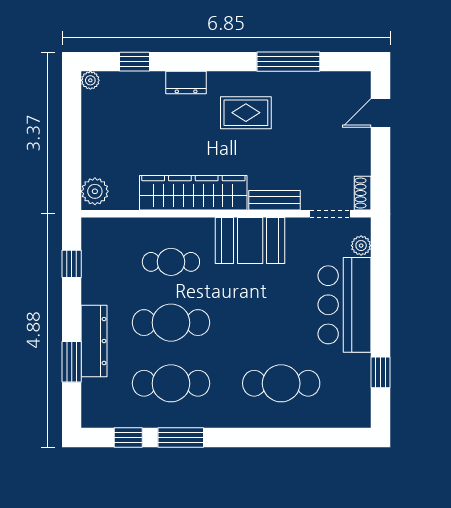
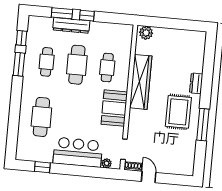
window: (135, 62) -> (209, 59), removed
window: (288, 62) -> (203, 125), moved
plant: (90, 80) -> (202, 36), removed
rug: (246, 113) -> (178, 112), width x1.36, depth x1.43
door: (380, 113) -> (149, 177), moved
bench: (275, 200) -> (133, 122), removed
window: (72, 264) -> (87, 16), moved
cafe table: (171, 383) -> (47, 62), width x0.73, depth x0.74

